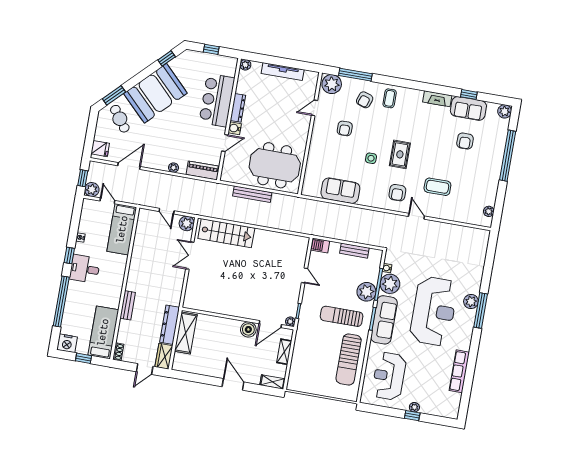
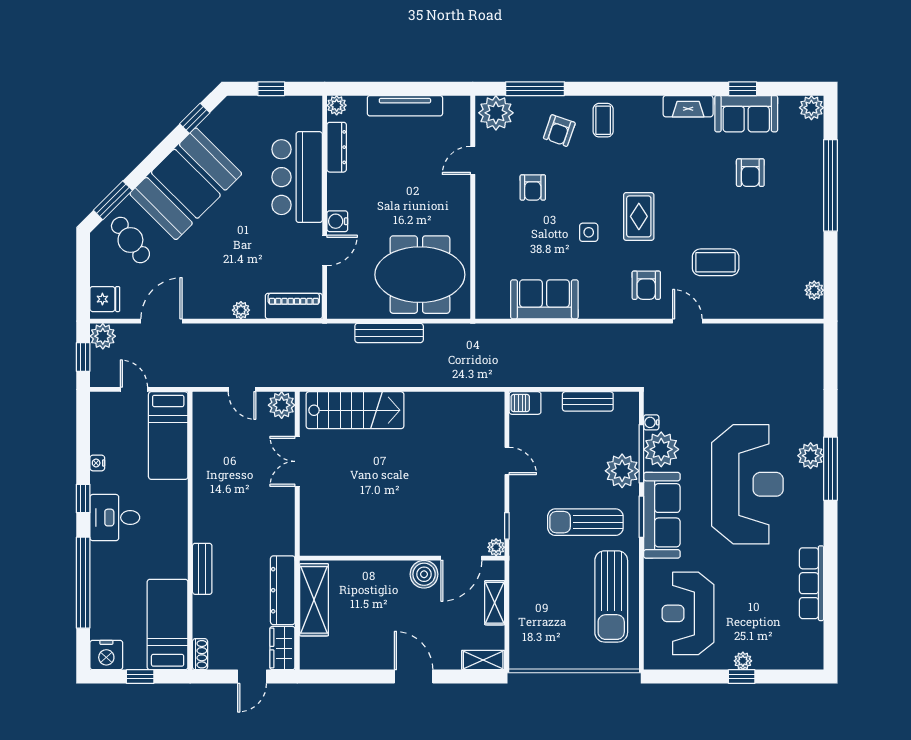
dresser: (238, 108) -> (337, 147), moved
plant: (92, 190) -> (103, 336), moved

